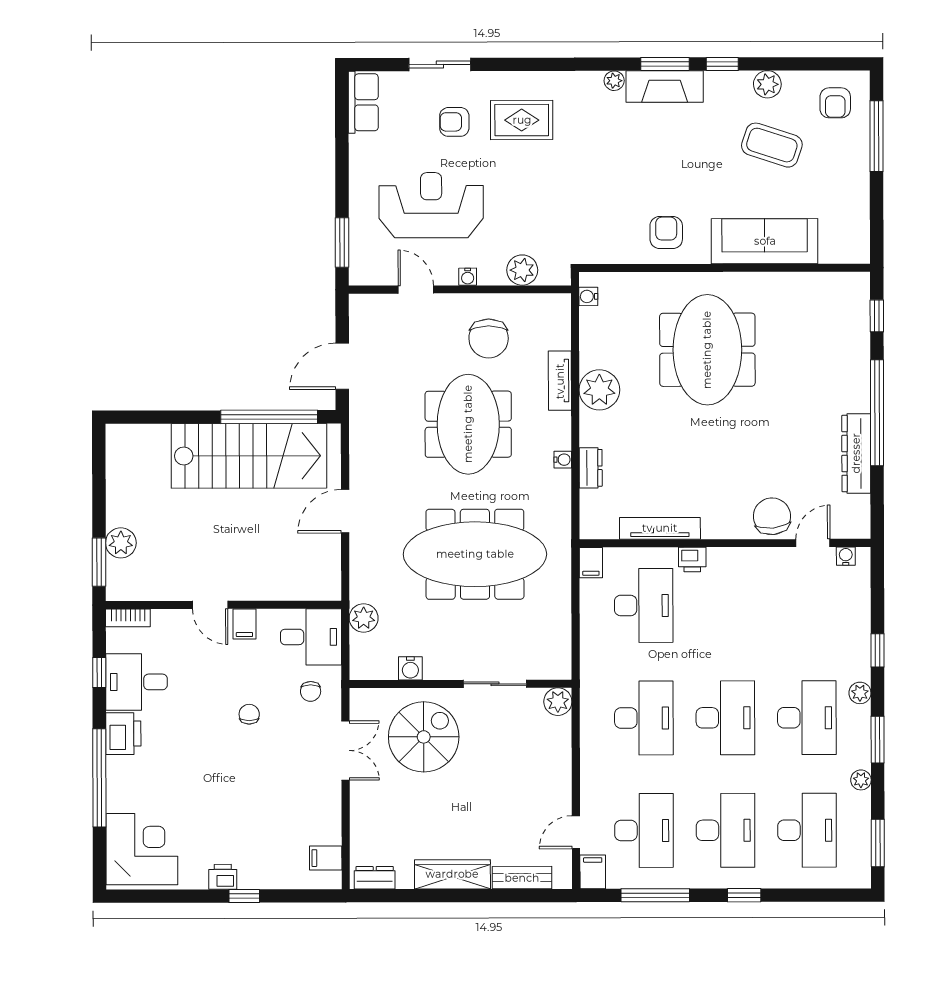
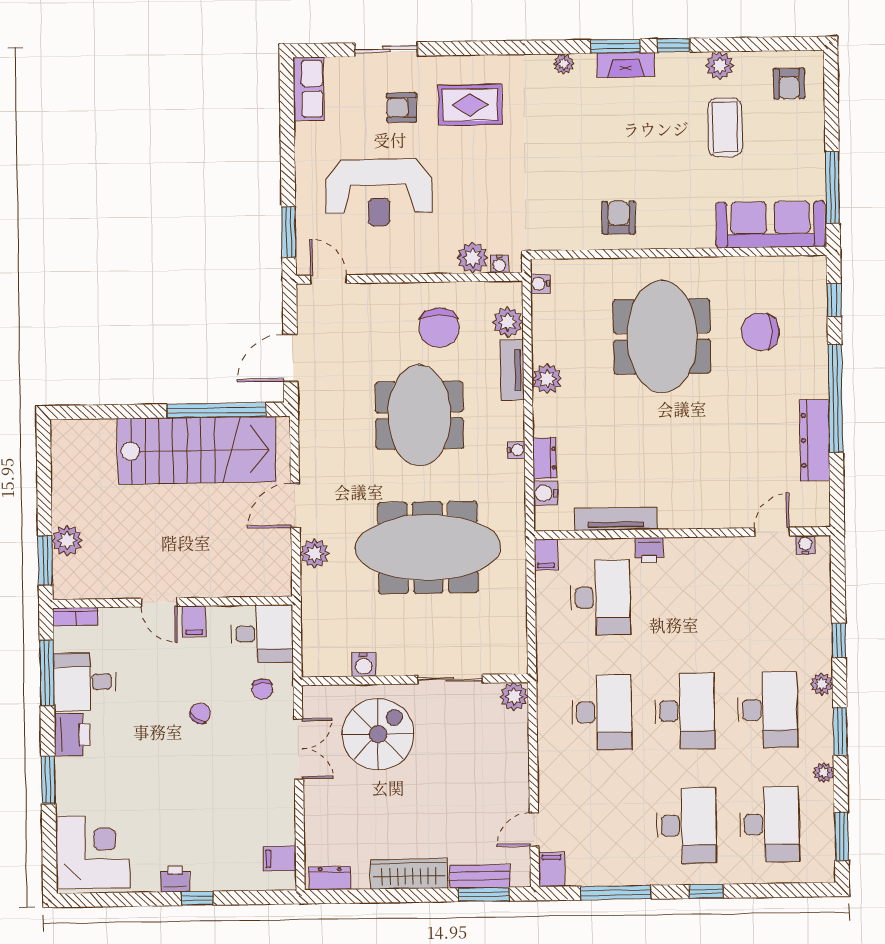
fireplace: (665, 87) -> (626, 65), width x0.73, depth x0.76
window: (877, 136) -> (833, 187), moved
coffee table: (772, 145) -> (725, 127), turned 72
reception desk: (431, 205) -> (379, 193), turned 180
sofa: (765, 241) -> (770, 225), moved
water cooler: (468, 277) -> (499, 264), moved
door: (416, 290) -> (328, 279), moved
plant: (556, 334) -> (508, 322), added
plant: (599, 390) -> (547, 379), width x0.73, depth x0.73
water cooler: (591, 502) -> (546, 493), added
chair: (772, 516) -> (760, 332), moved, turned -84
plant: (364, 618) -> (314, 553), moved
window: (99, 673) -> (47, 673), width x2.17
chair: (249, 714) -> (200, 713), turned 33
window: (99, 778) -> (48, 780), width x0.47
desk: (644, 830) -> (603, 827), removed
window: (526, 896) -> (484, 894), added

